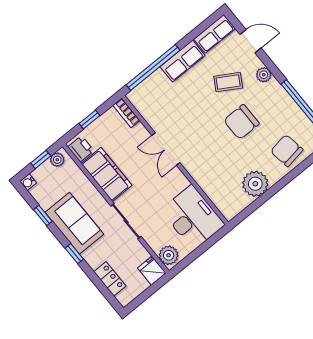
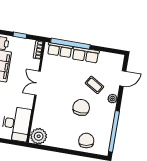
row of seats: (214, 34) -> (60, 50), moved
door: (250, 41) -> (123, 79), hinge flipped
chair: (241, 122) -> (81, 108), turned 92
plant: (255, 184) -> (39, 136), moved

